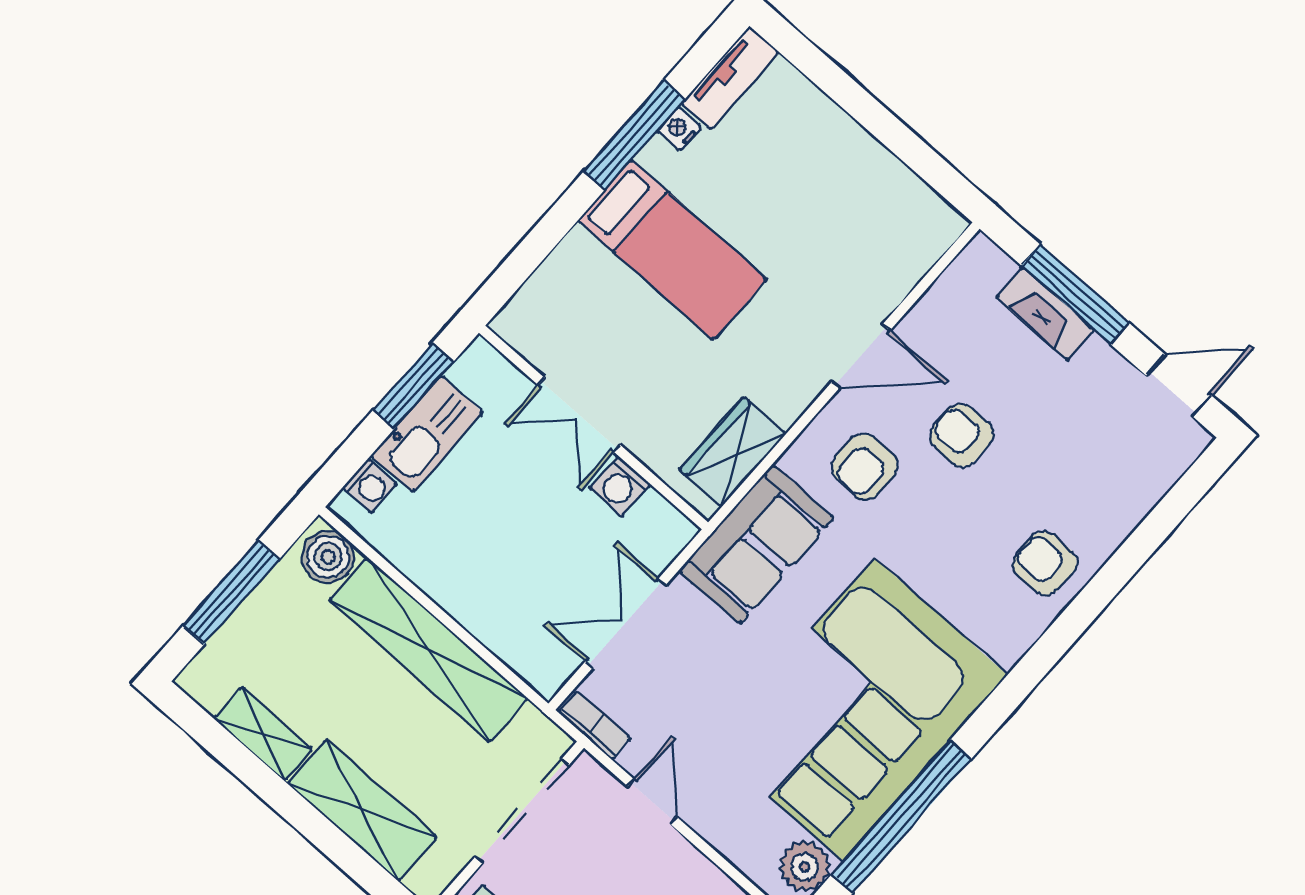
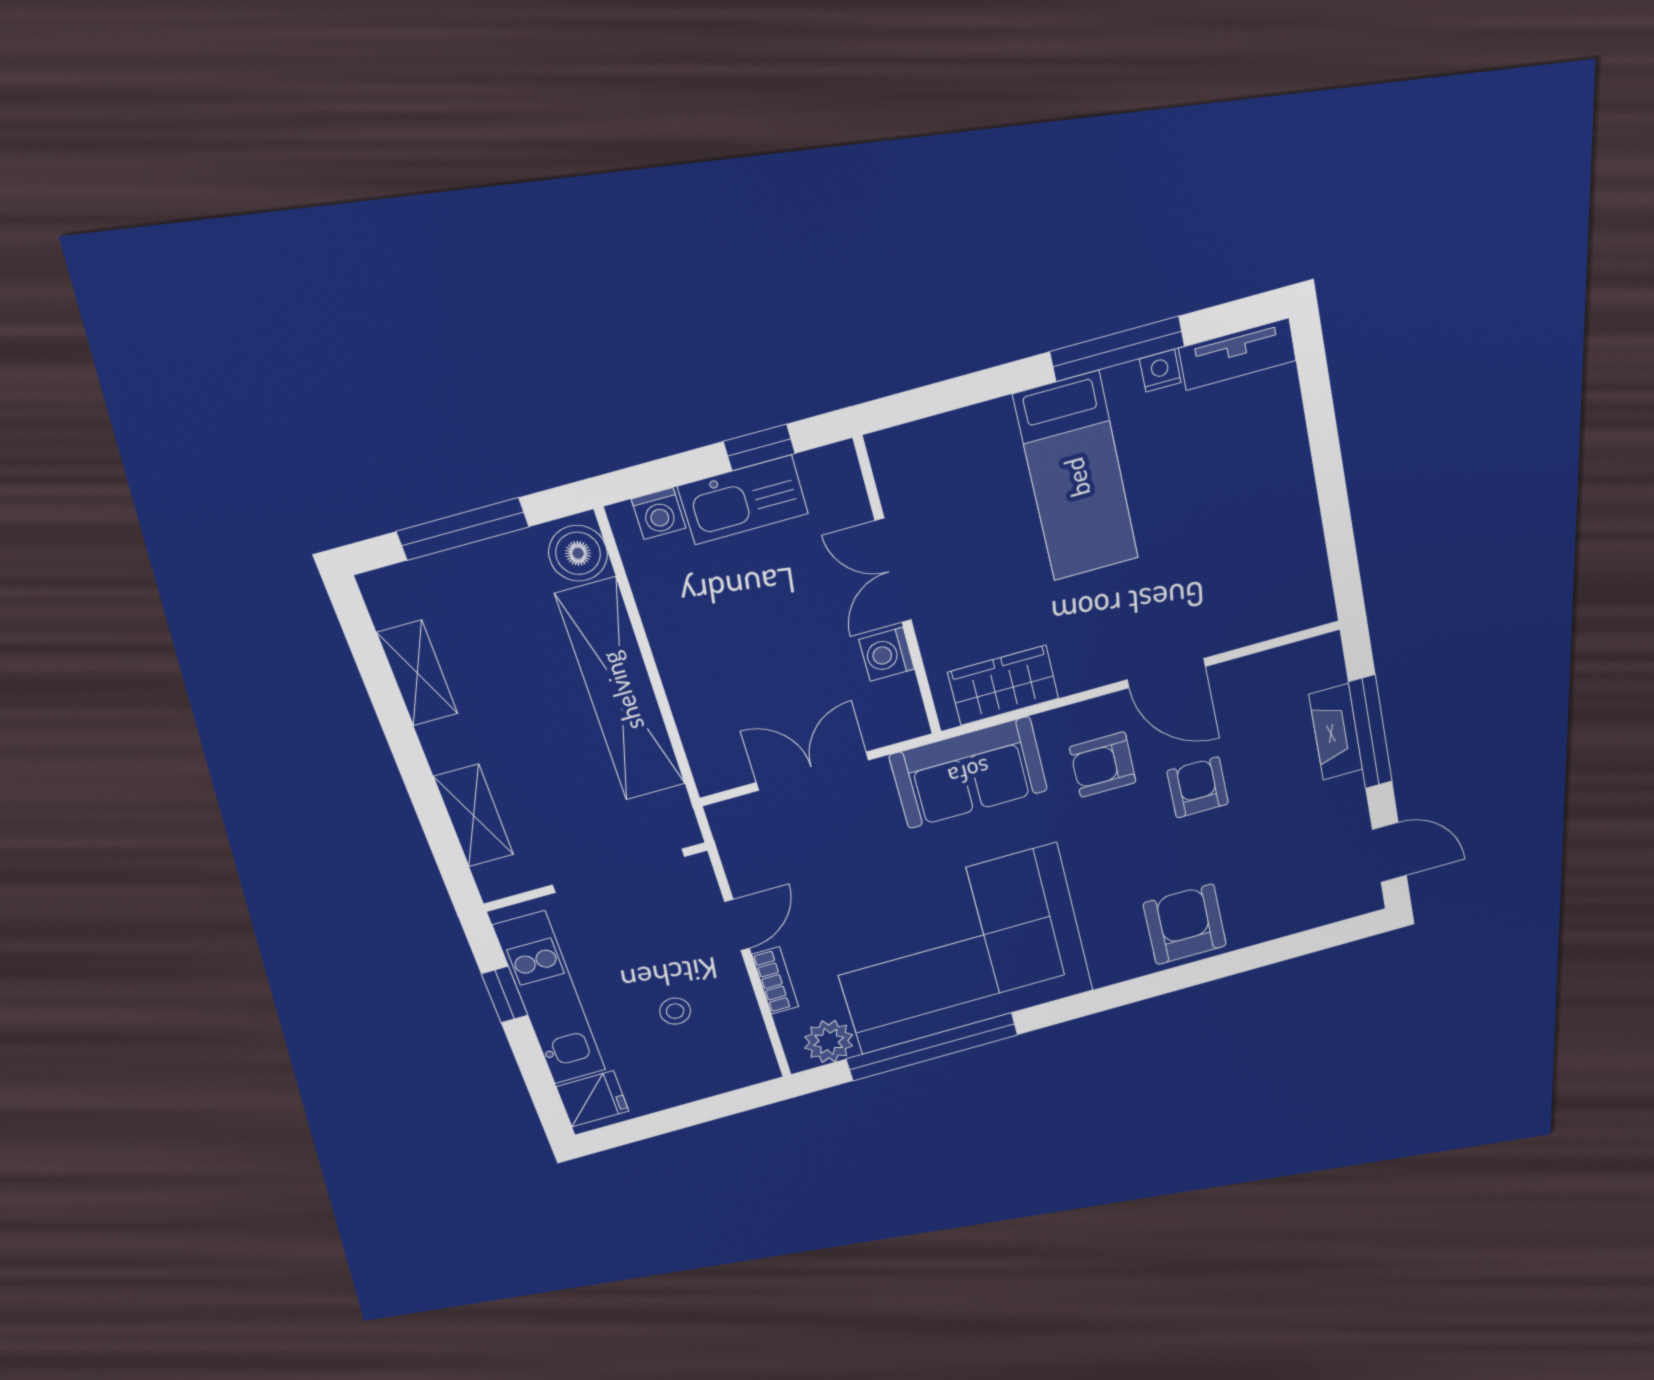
window: (413, 386) -> (759, 447), width x0.67
armchair: (1045, 563) -> (1185, 924), width x1.38, depth x1.38
bookcase: (595, 725) -> (775, 981), moved
shelving: (362, 810) -> (474, 816), width x0.67, depth x0.75

